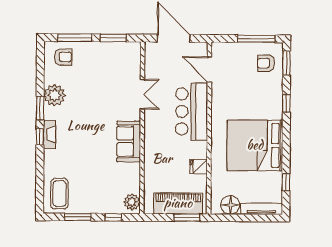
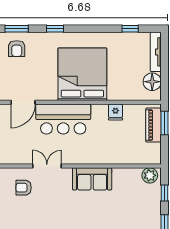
armchair: (120, 70) -> (24, 188), added
bed: (255, 145) -> (82, 74), moved, turned 180
piano: (178, 203) -> (153, 125), width x0.73, depth x0.75

